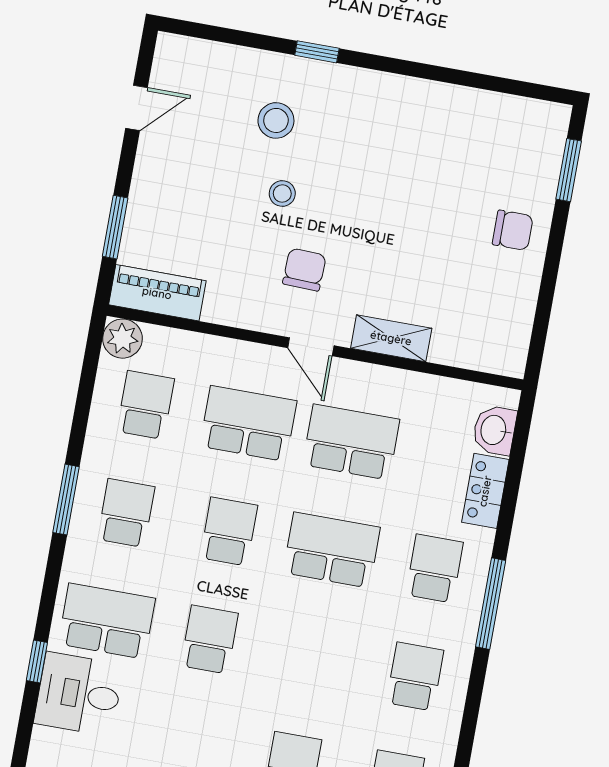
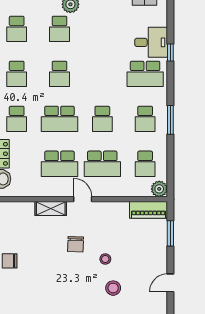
chair: (304, 270) -> (75, 244), moved
school desk: (209, 640) -> (59, 74), moved

